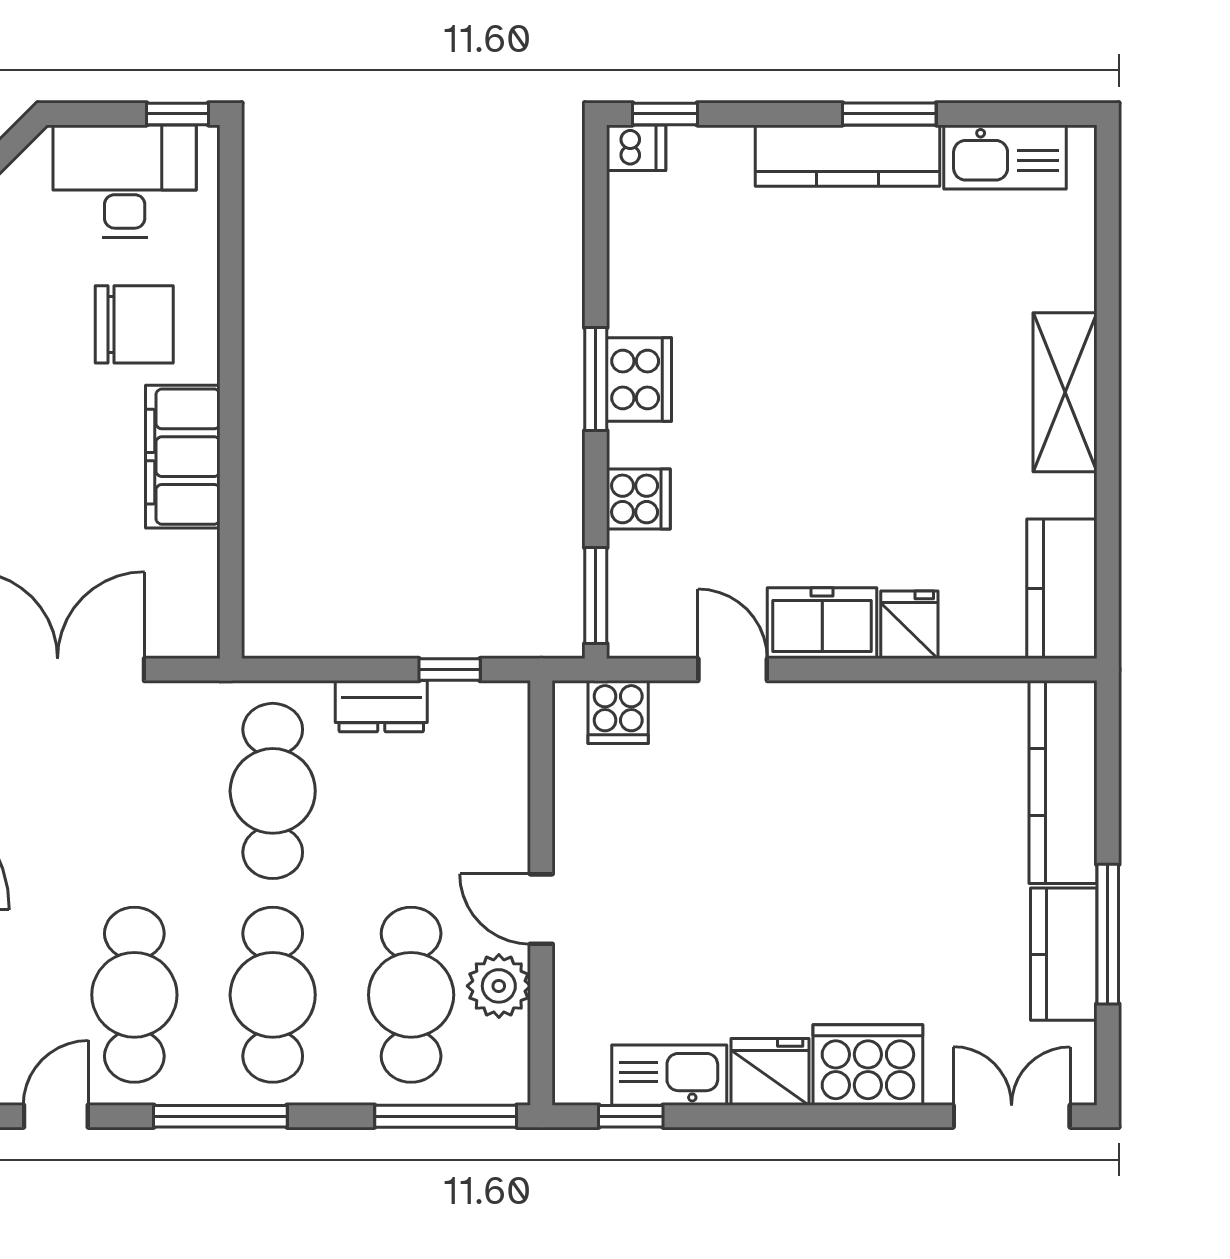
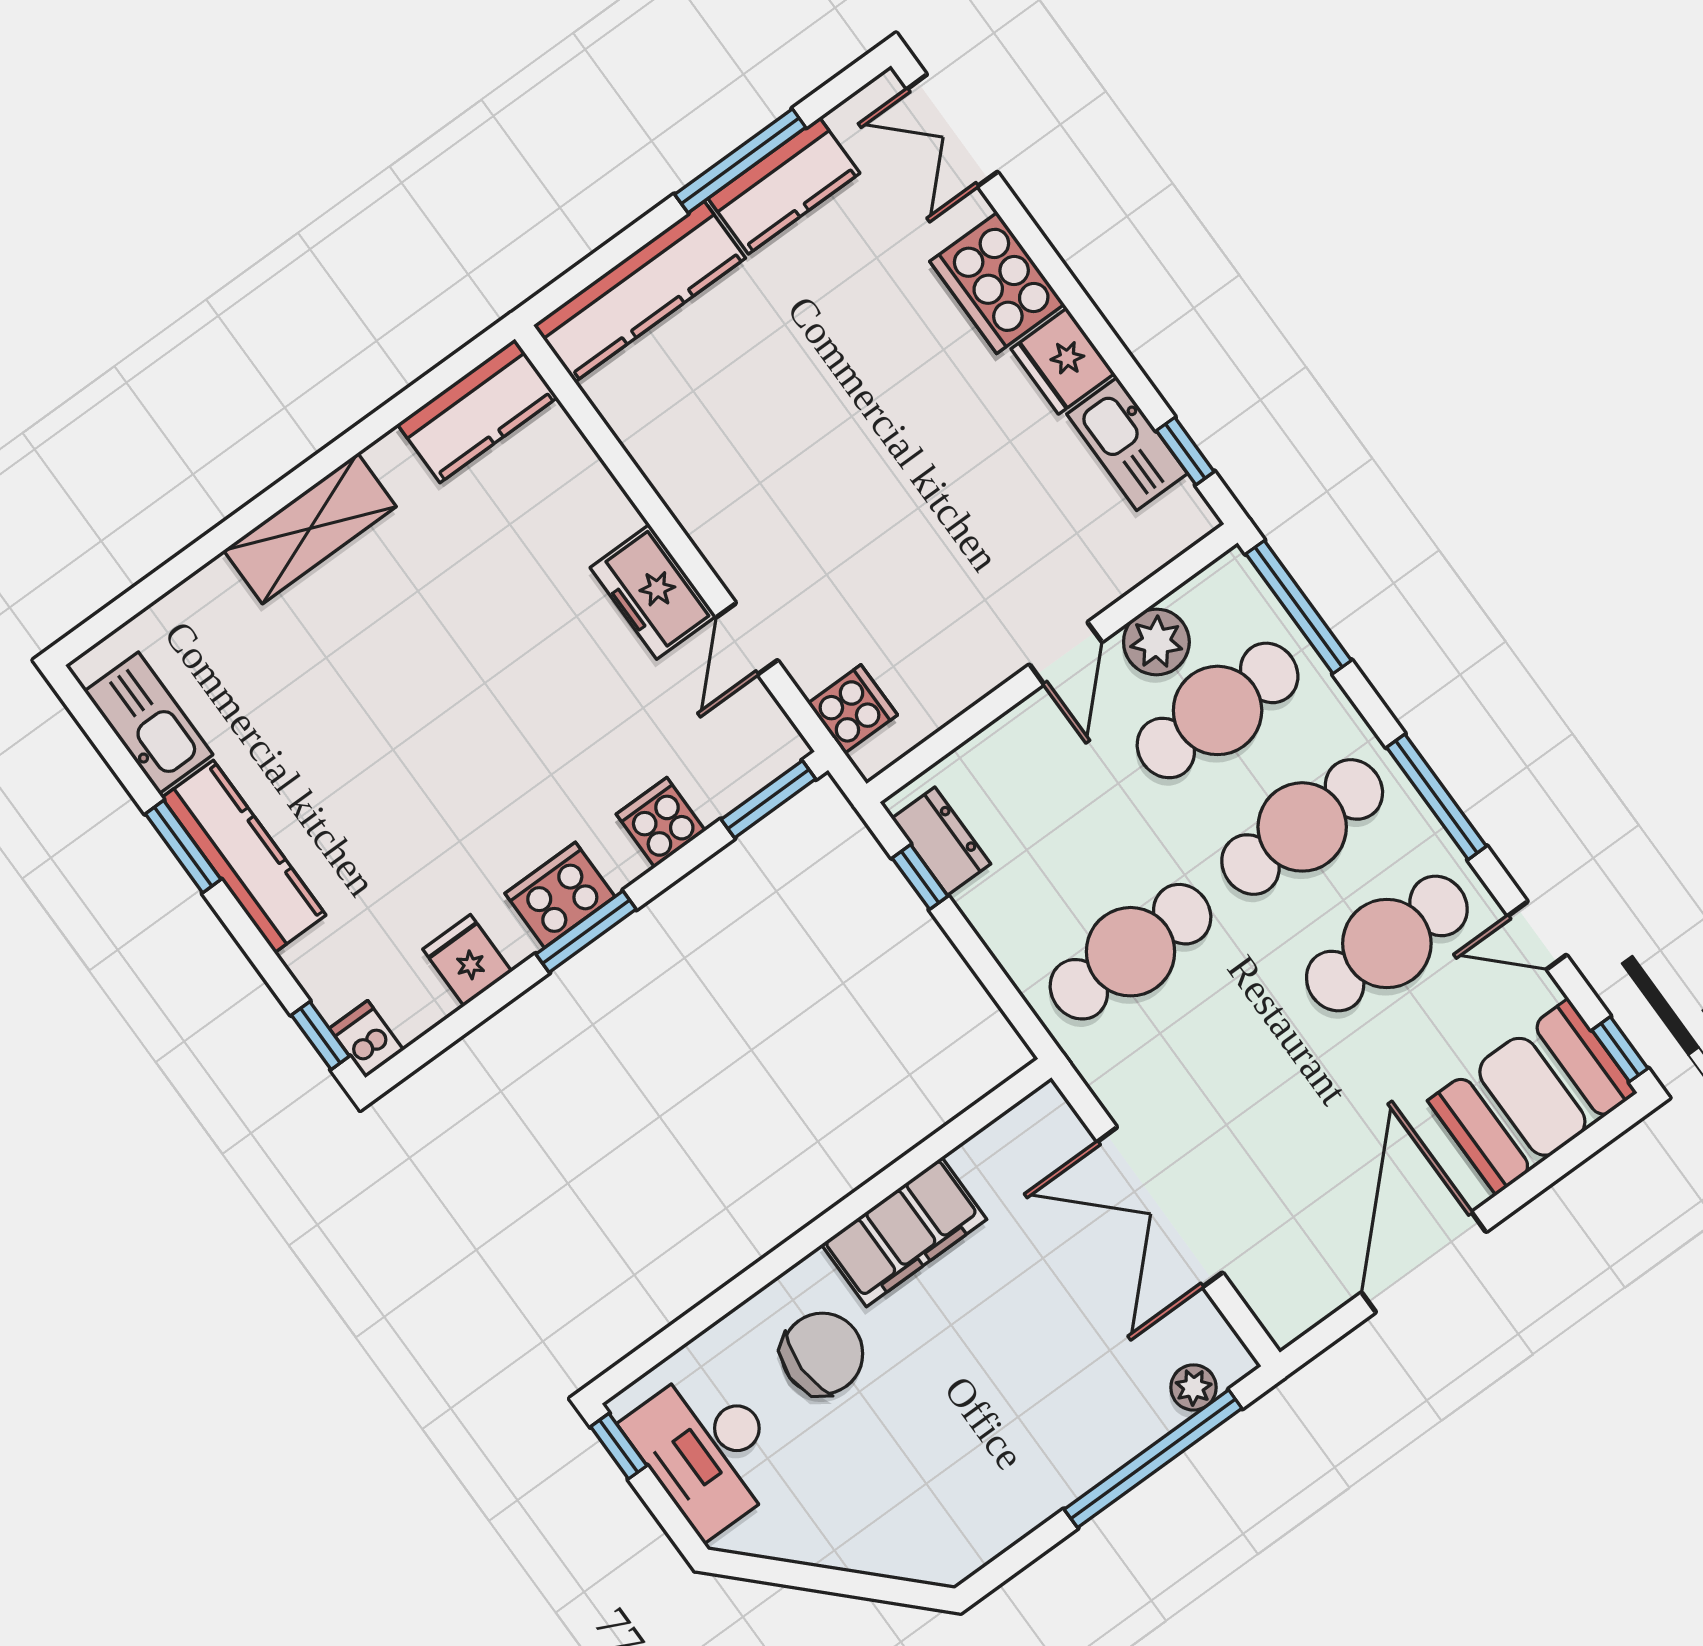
chair: (134, 324) -> (822, 1354), turned 90
fridge: (909, 625) -> (467, 960), moved, turned 90
dresser: (381, 706) -> (941, 841), moved

